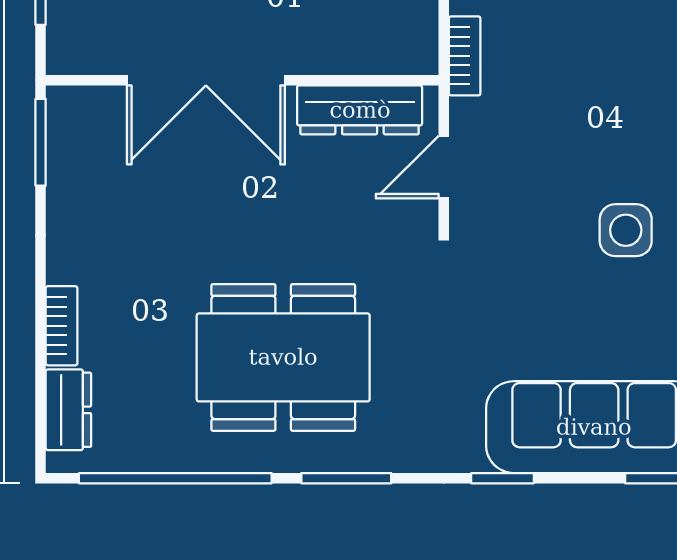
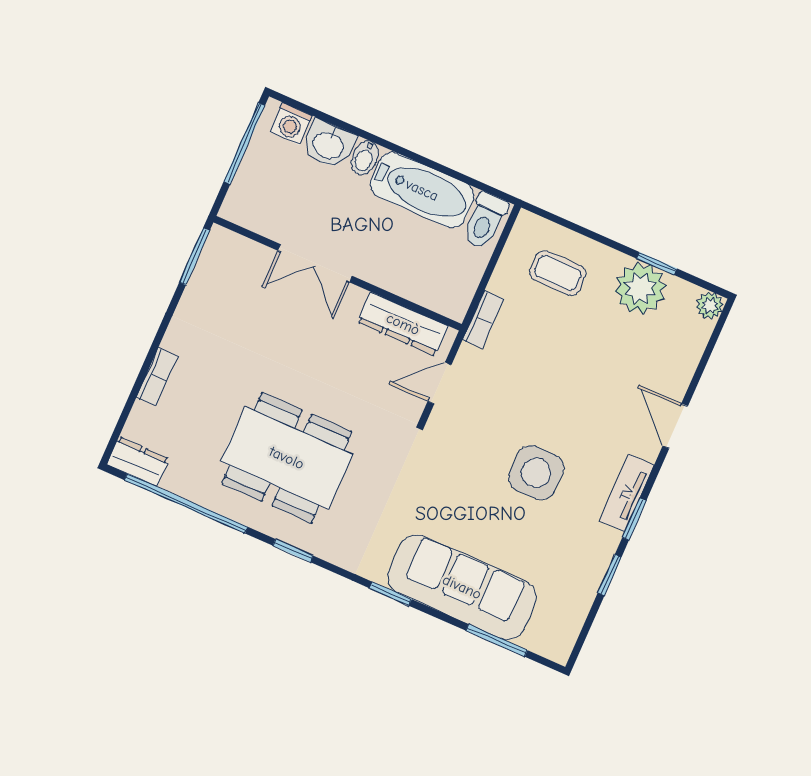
double door: (206, 80) -> (315, 263), width x0.73
side table: (626, 230) -> (536, 473), width x1.37, depth x1.37
dresser: (68, 410) -> (138, 461), moved, turned -90
window: (346, 478) -> (293, 551), width x0.67

